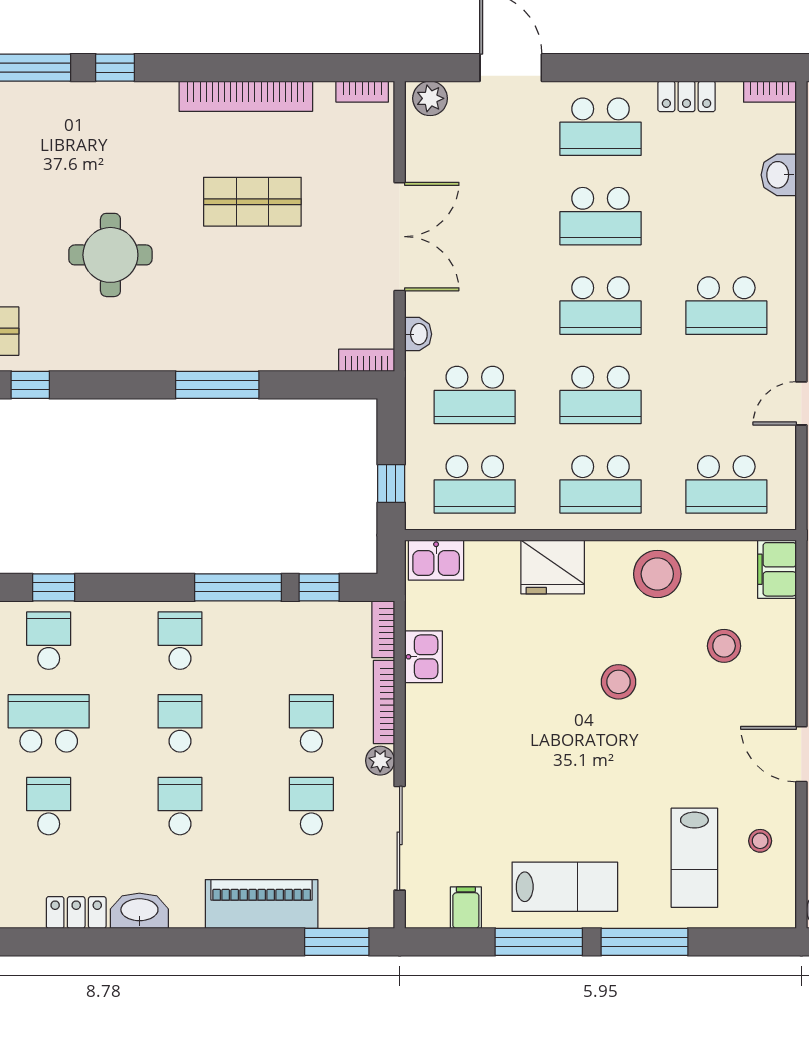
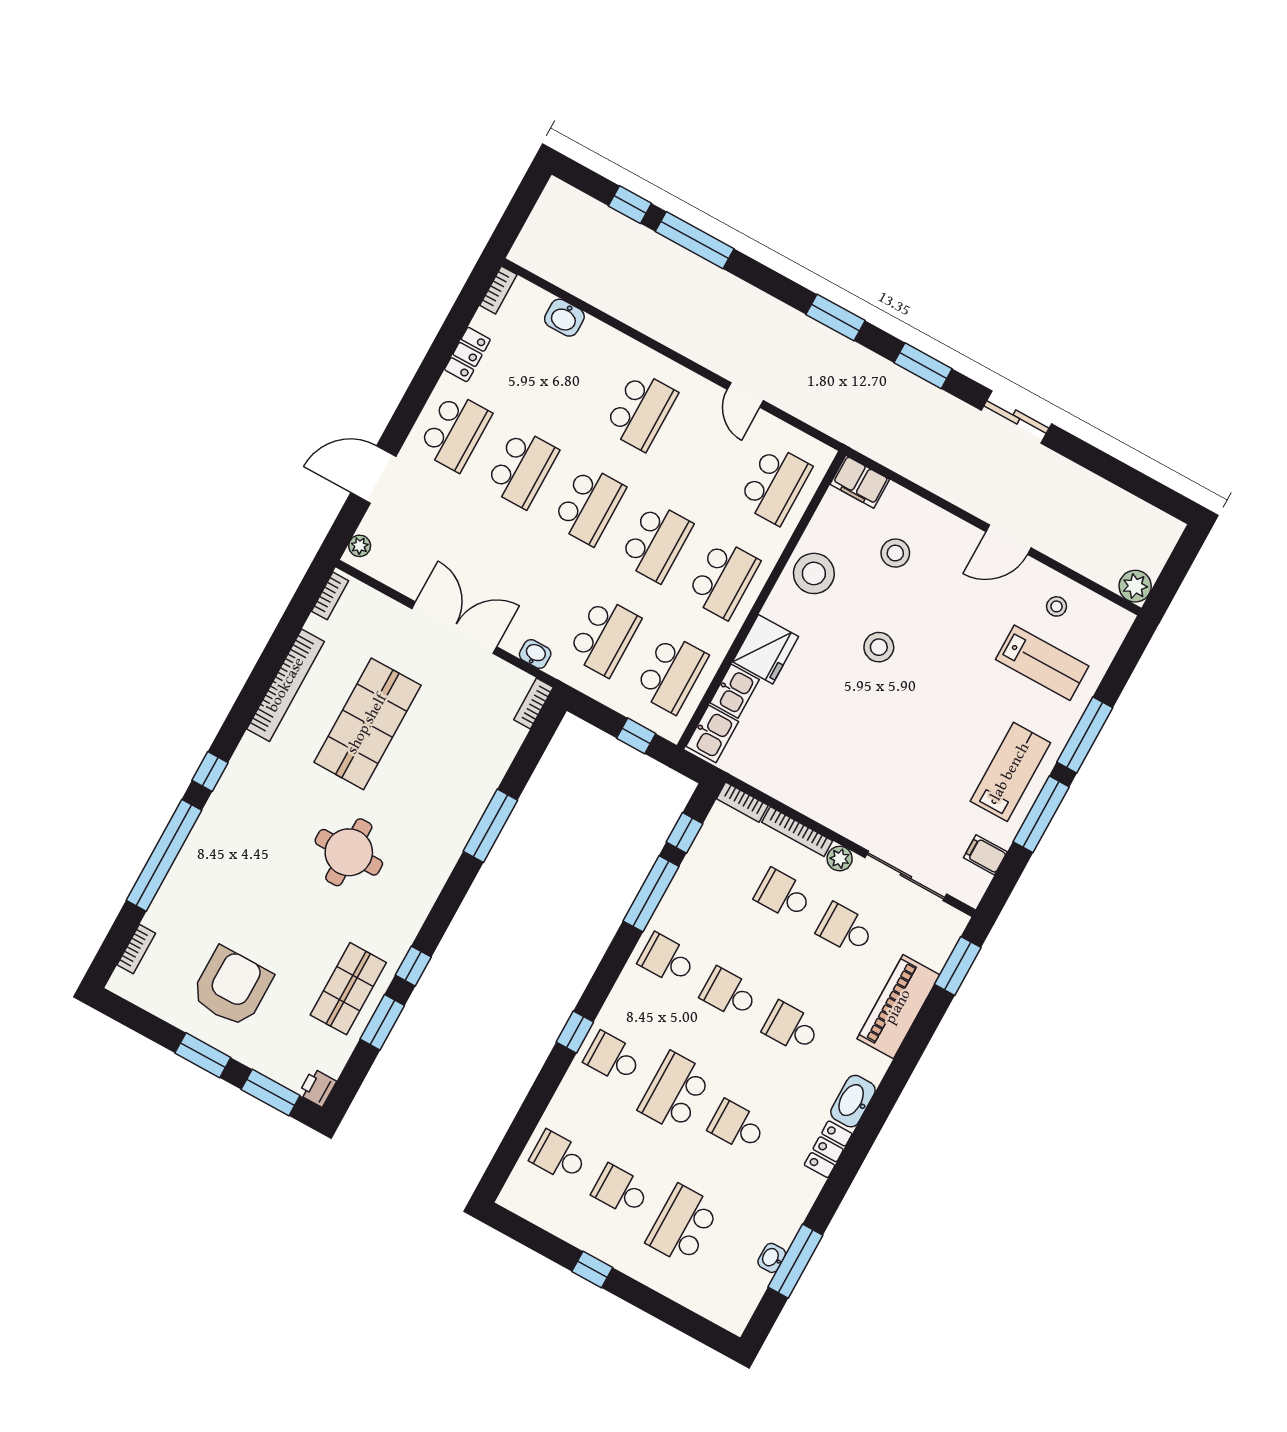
plant: (430, 98) -> (360, 546), width x0.73, depth x0.73
shop shelf: (252, 202) -> (367, 724), width x1.43, depth x1.36
kitchen sink: (423, 657) -> (735, 691), moved, turned 90

